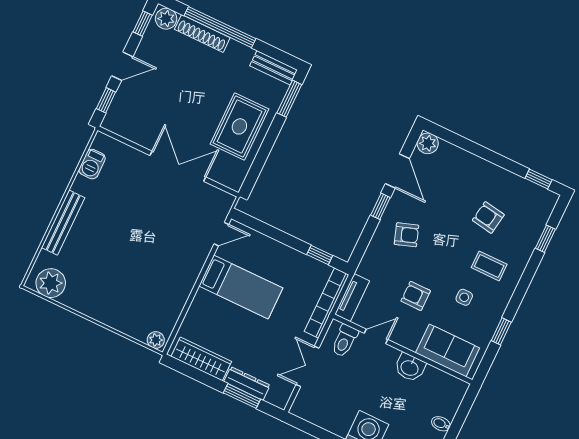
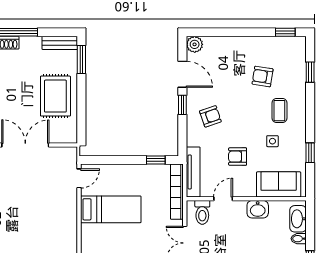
coffee table: (489, 266) -> (279, 111), turned 90
tv unit: (352, 298) -> (193, 172), width x1.41
washbasin: (451, 401) -> (298, 219), added

